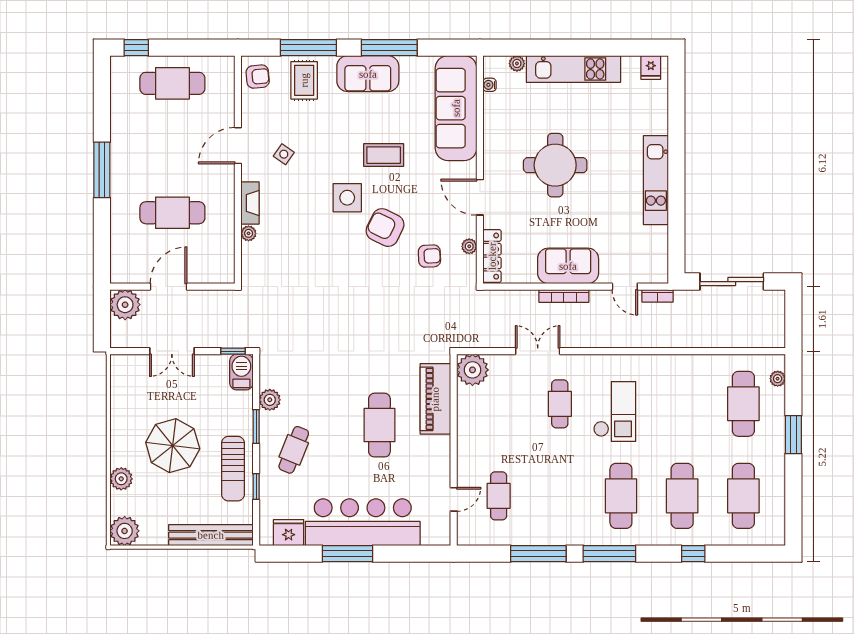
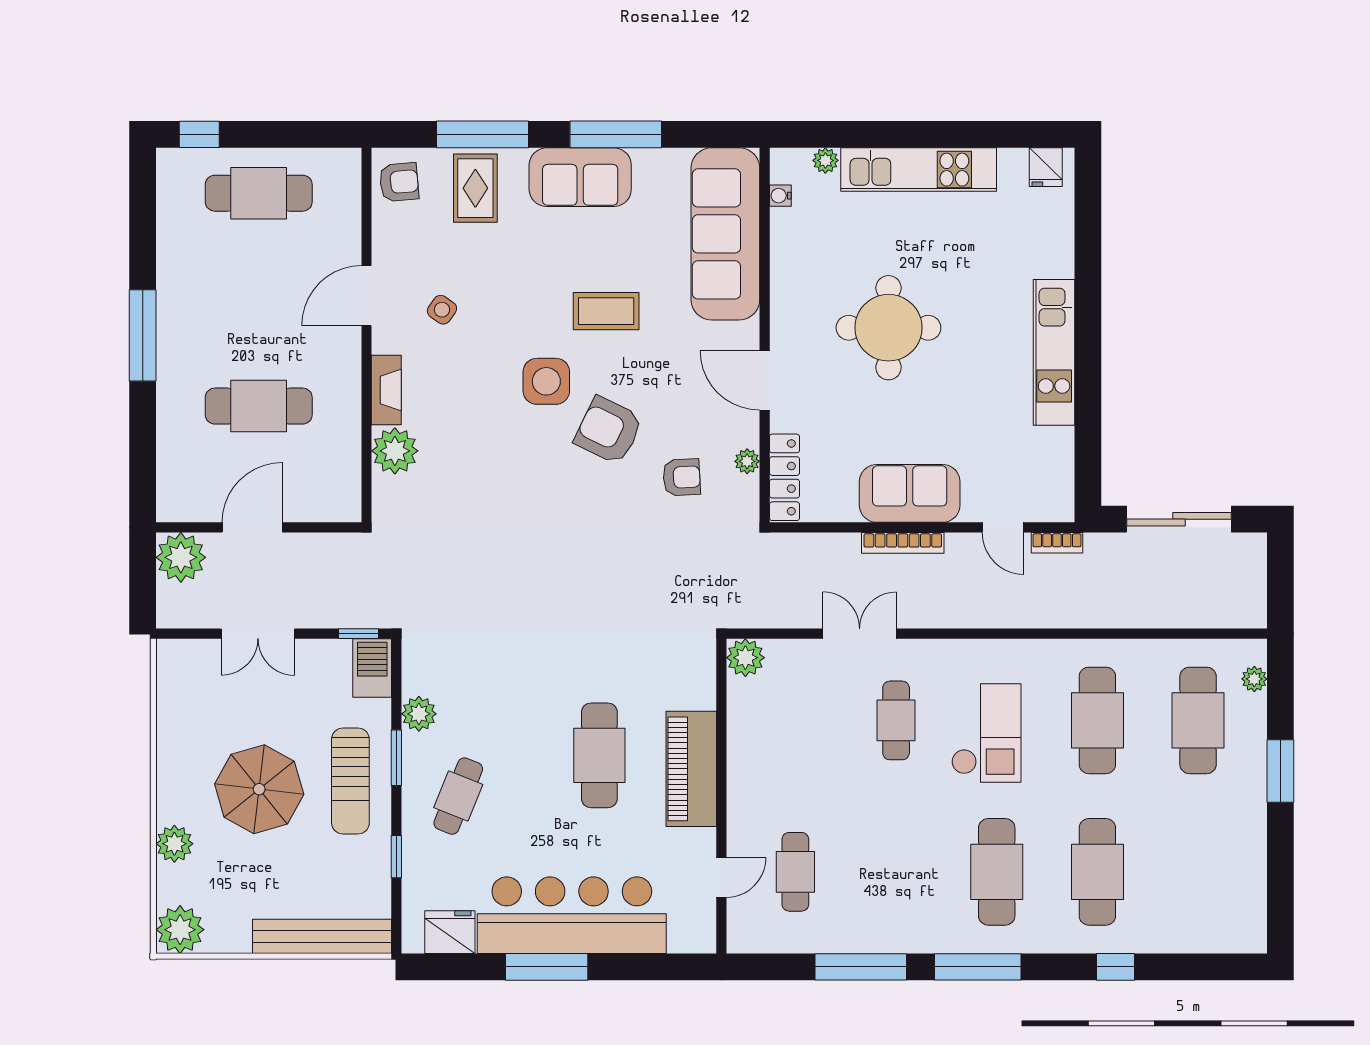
plant: (249, 233) -> (395, 451), width x1.88, depth x1.88
plant: (472, 370) -> (745, 658), width x0.73, depth x0.73
piano: (435, 399) -> (691, 769), moved
sun lounger: (233, 469) -> (350, 781), moved
cafe table: (743, 496) -> (1097, 720), moved

